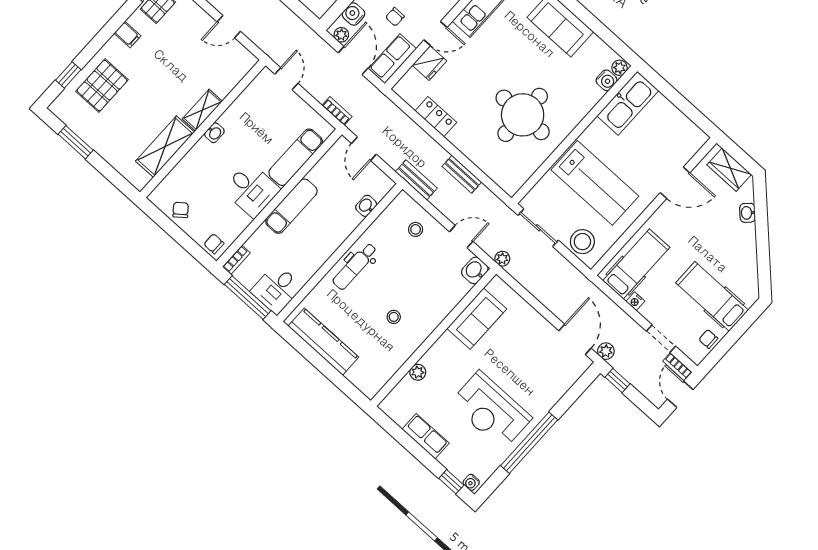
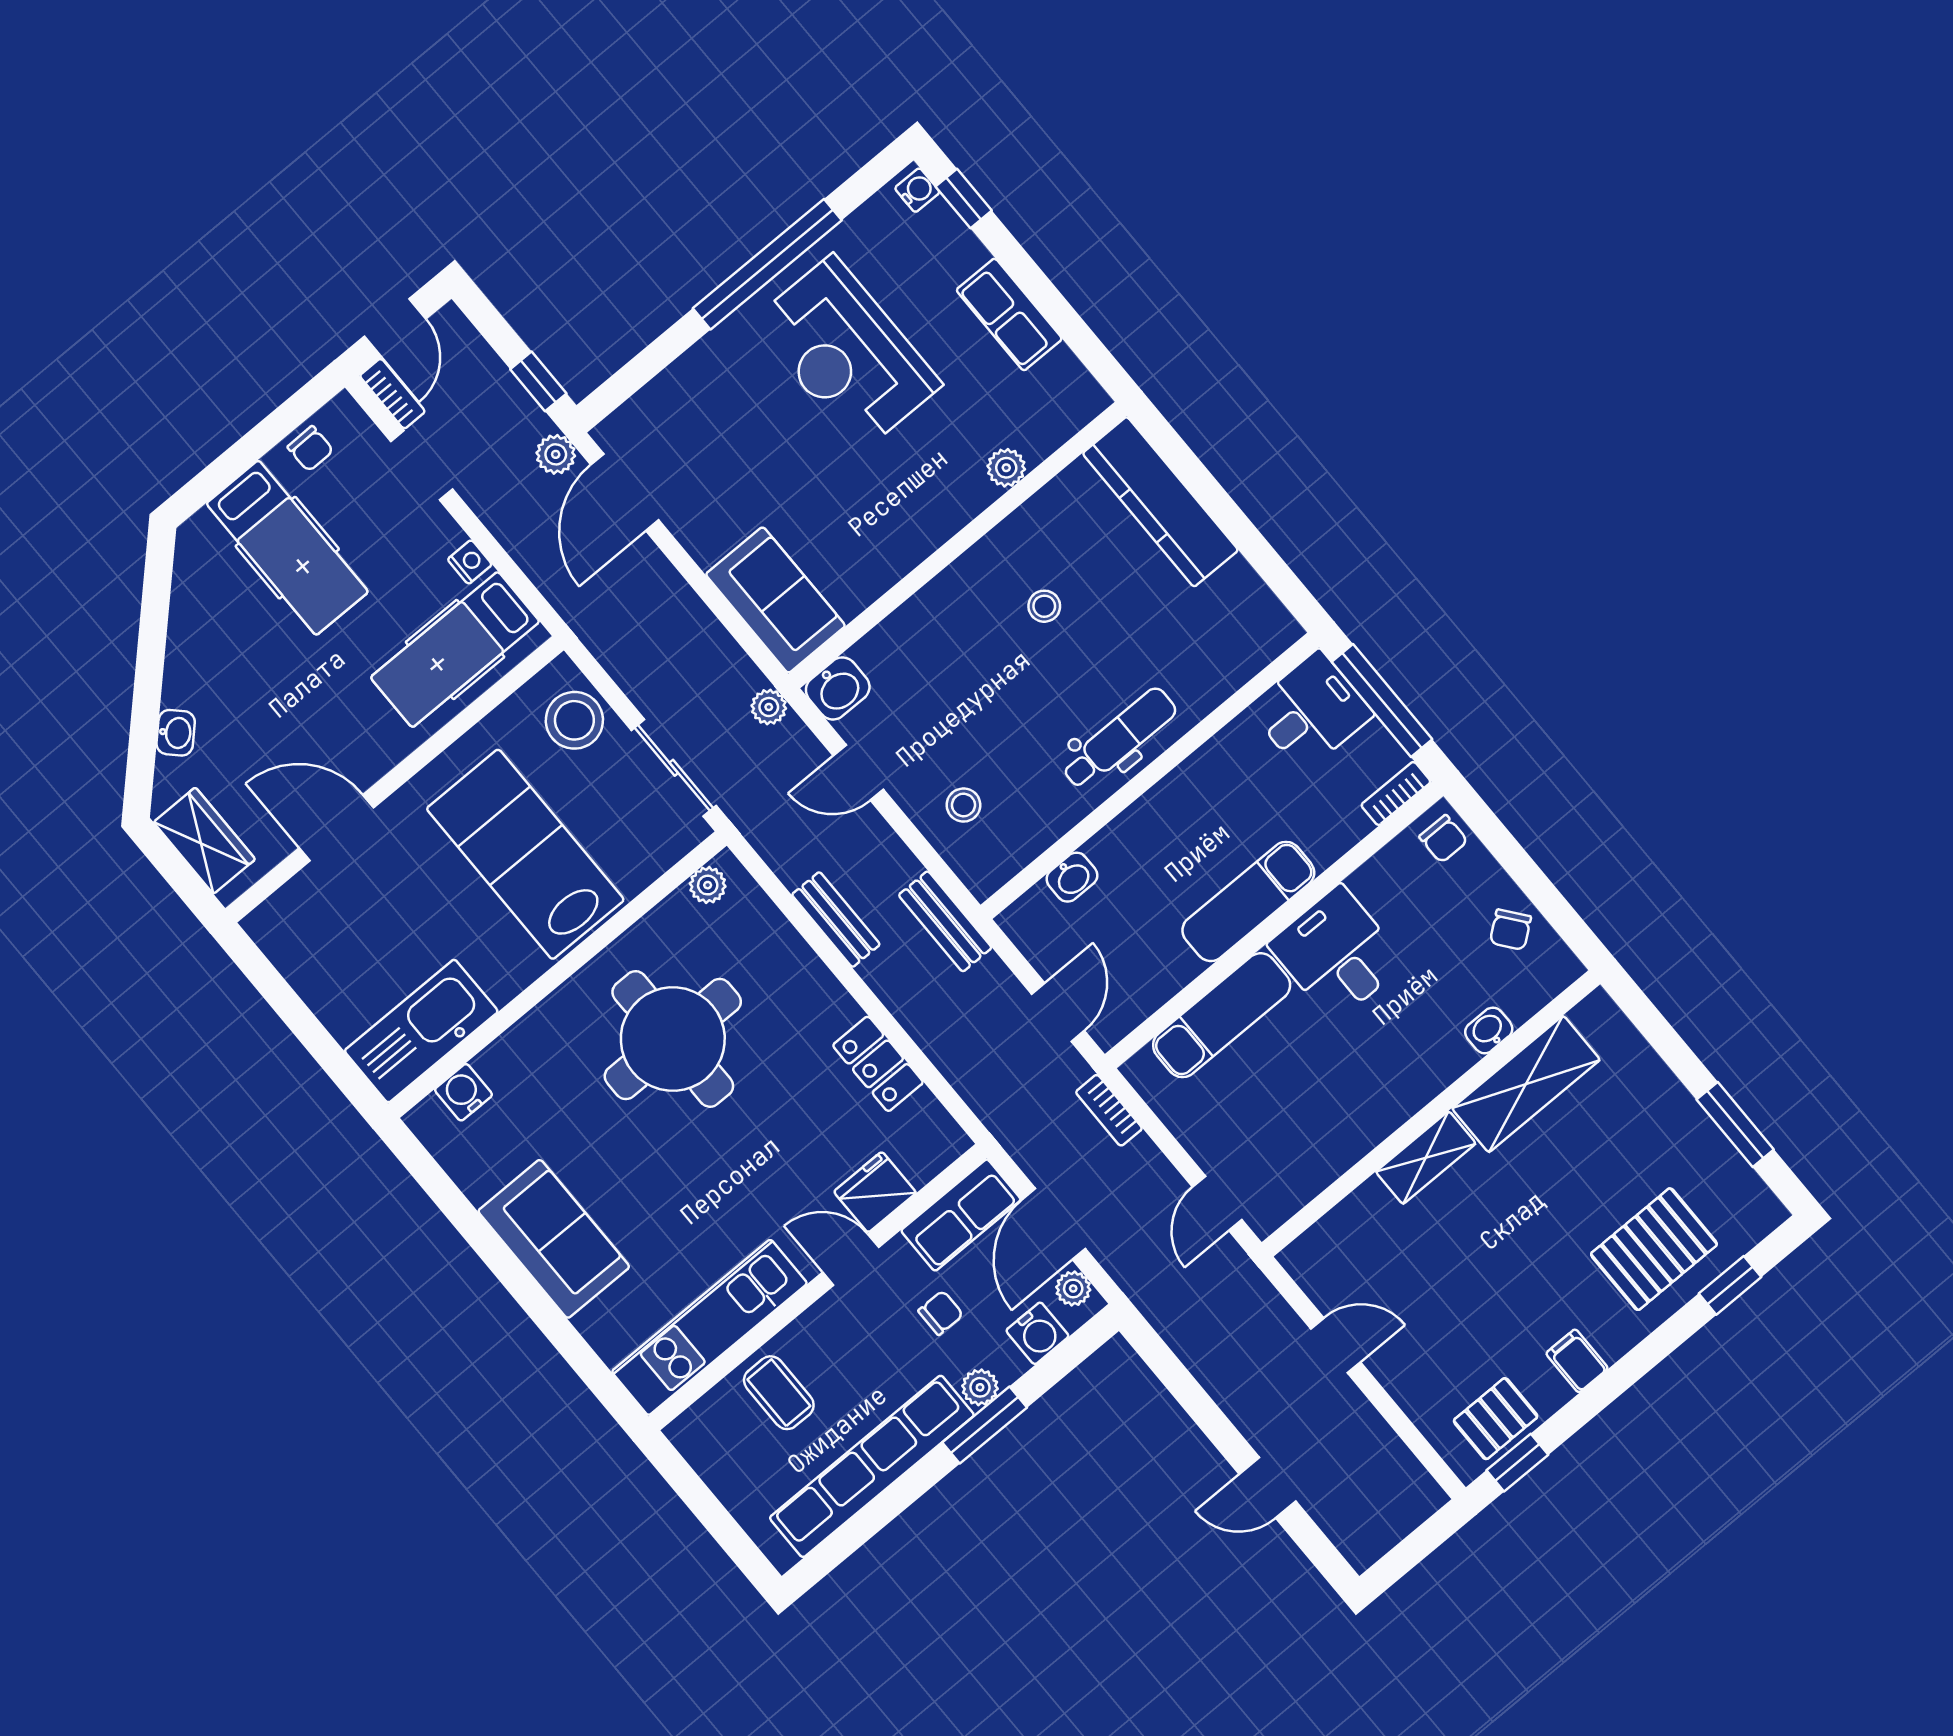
plant: (619, 68) -> (708, 885), moved
washbasin: (214, 133) -> (1489, 1030), moved
sofa: (477, 319) -> (775, 600), moved, turned 90
kitchen counter: (323, 342) -> (1160, 502), moved
reception desk: (491, 410) -> (847, 353), turned 180

